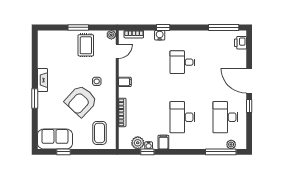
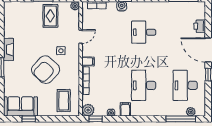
printer: (240, 43) -> (200, 26), moved
door: (117, 51) -> (81, 37), moved
filing cabinet: (125, 82) -> (88, 61), moved
plant: (138, 143) -> (88, 110), moved
window: (147, 152) -> (96, 119), moved

